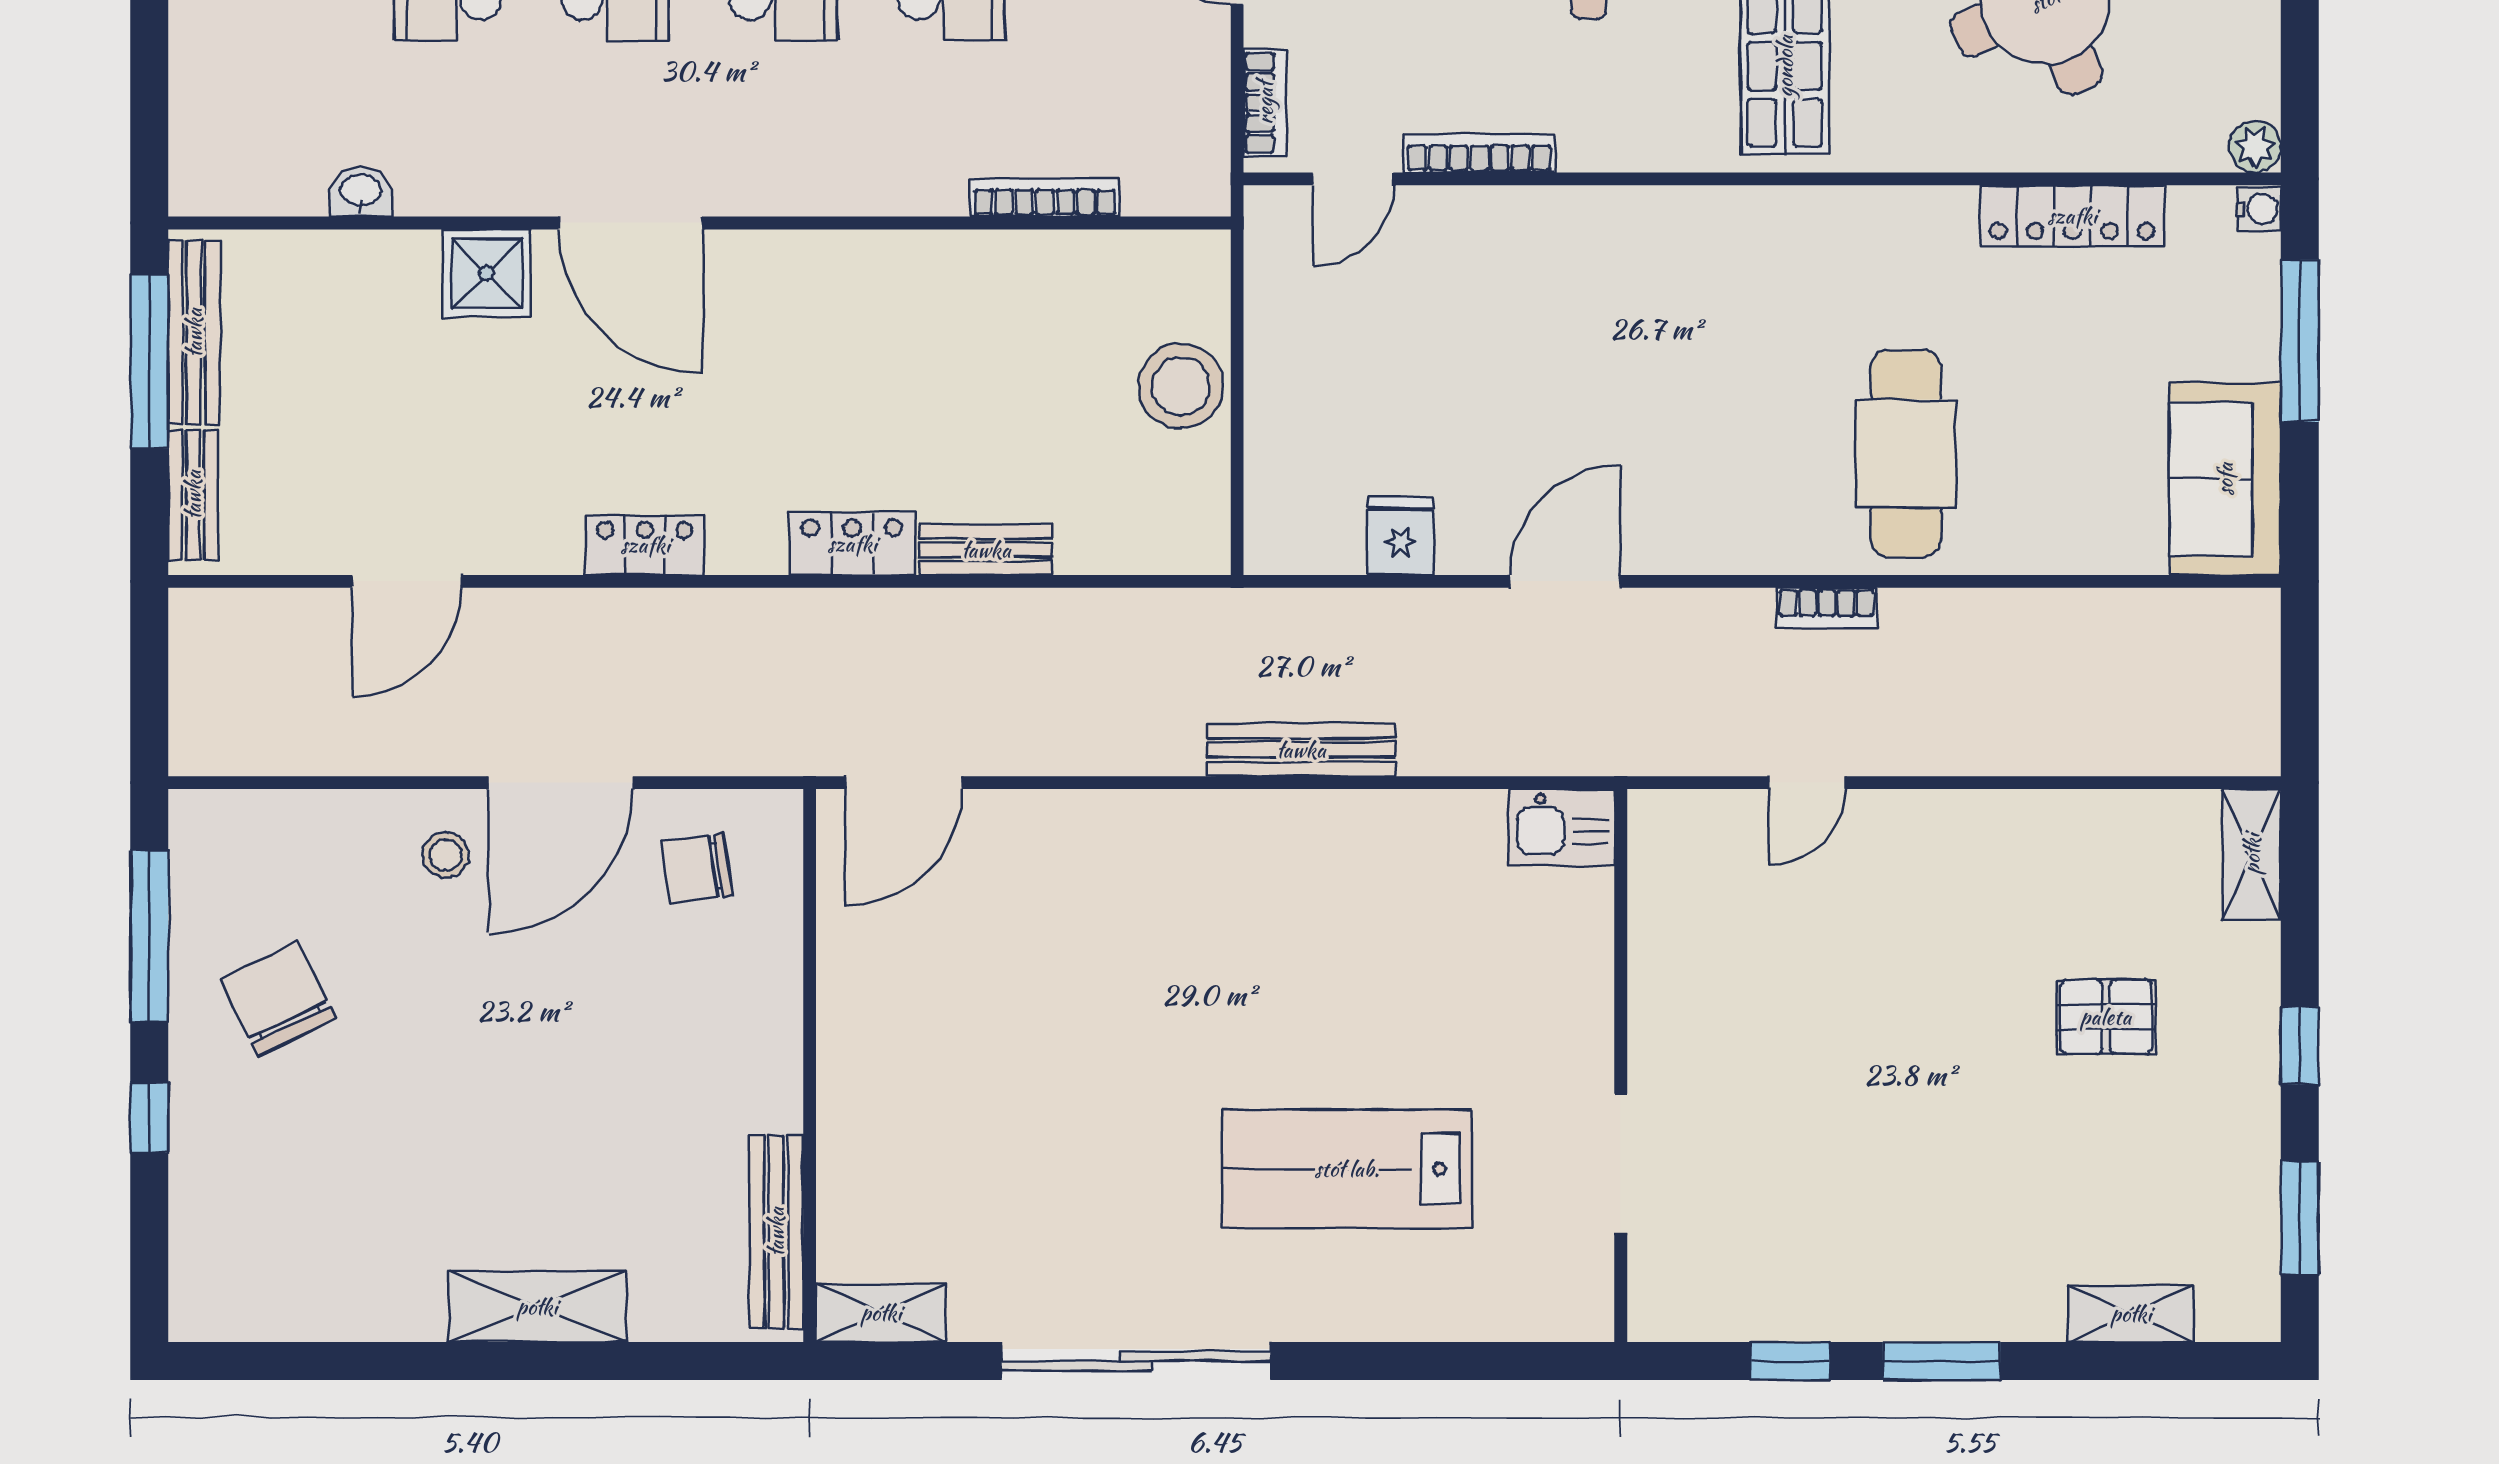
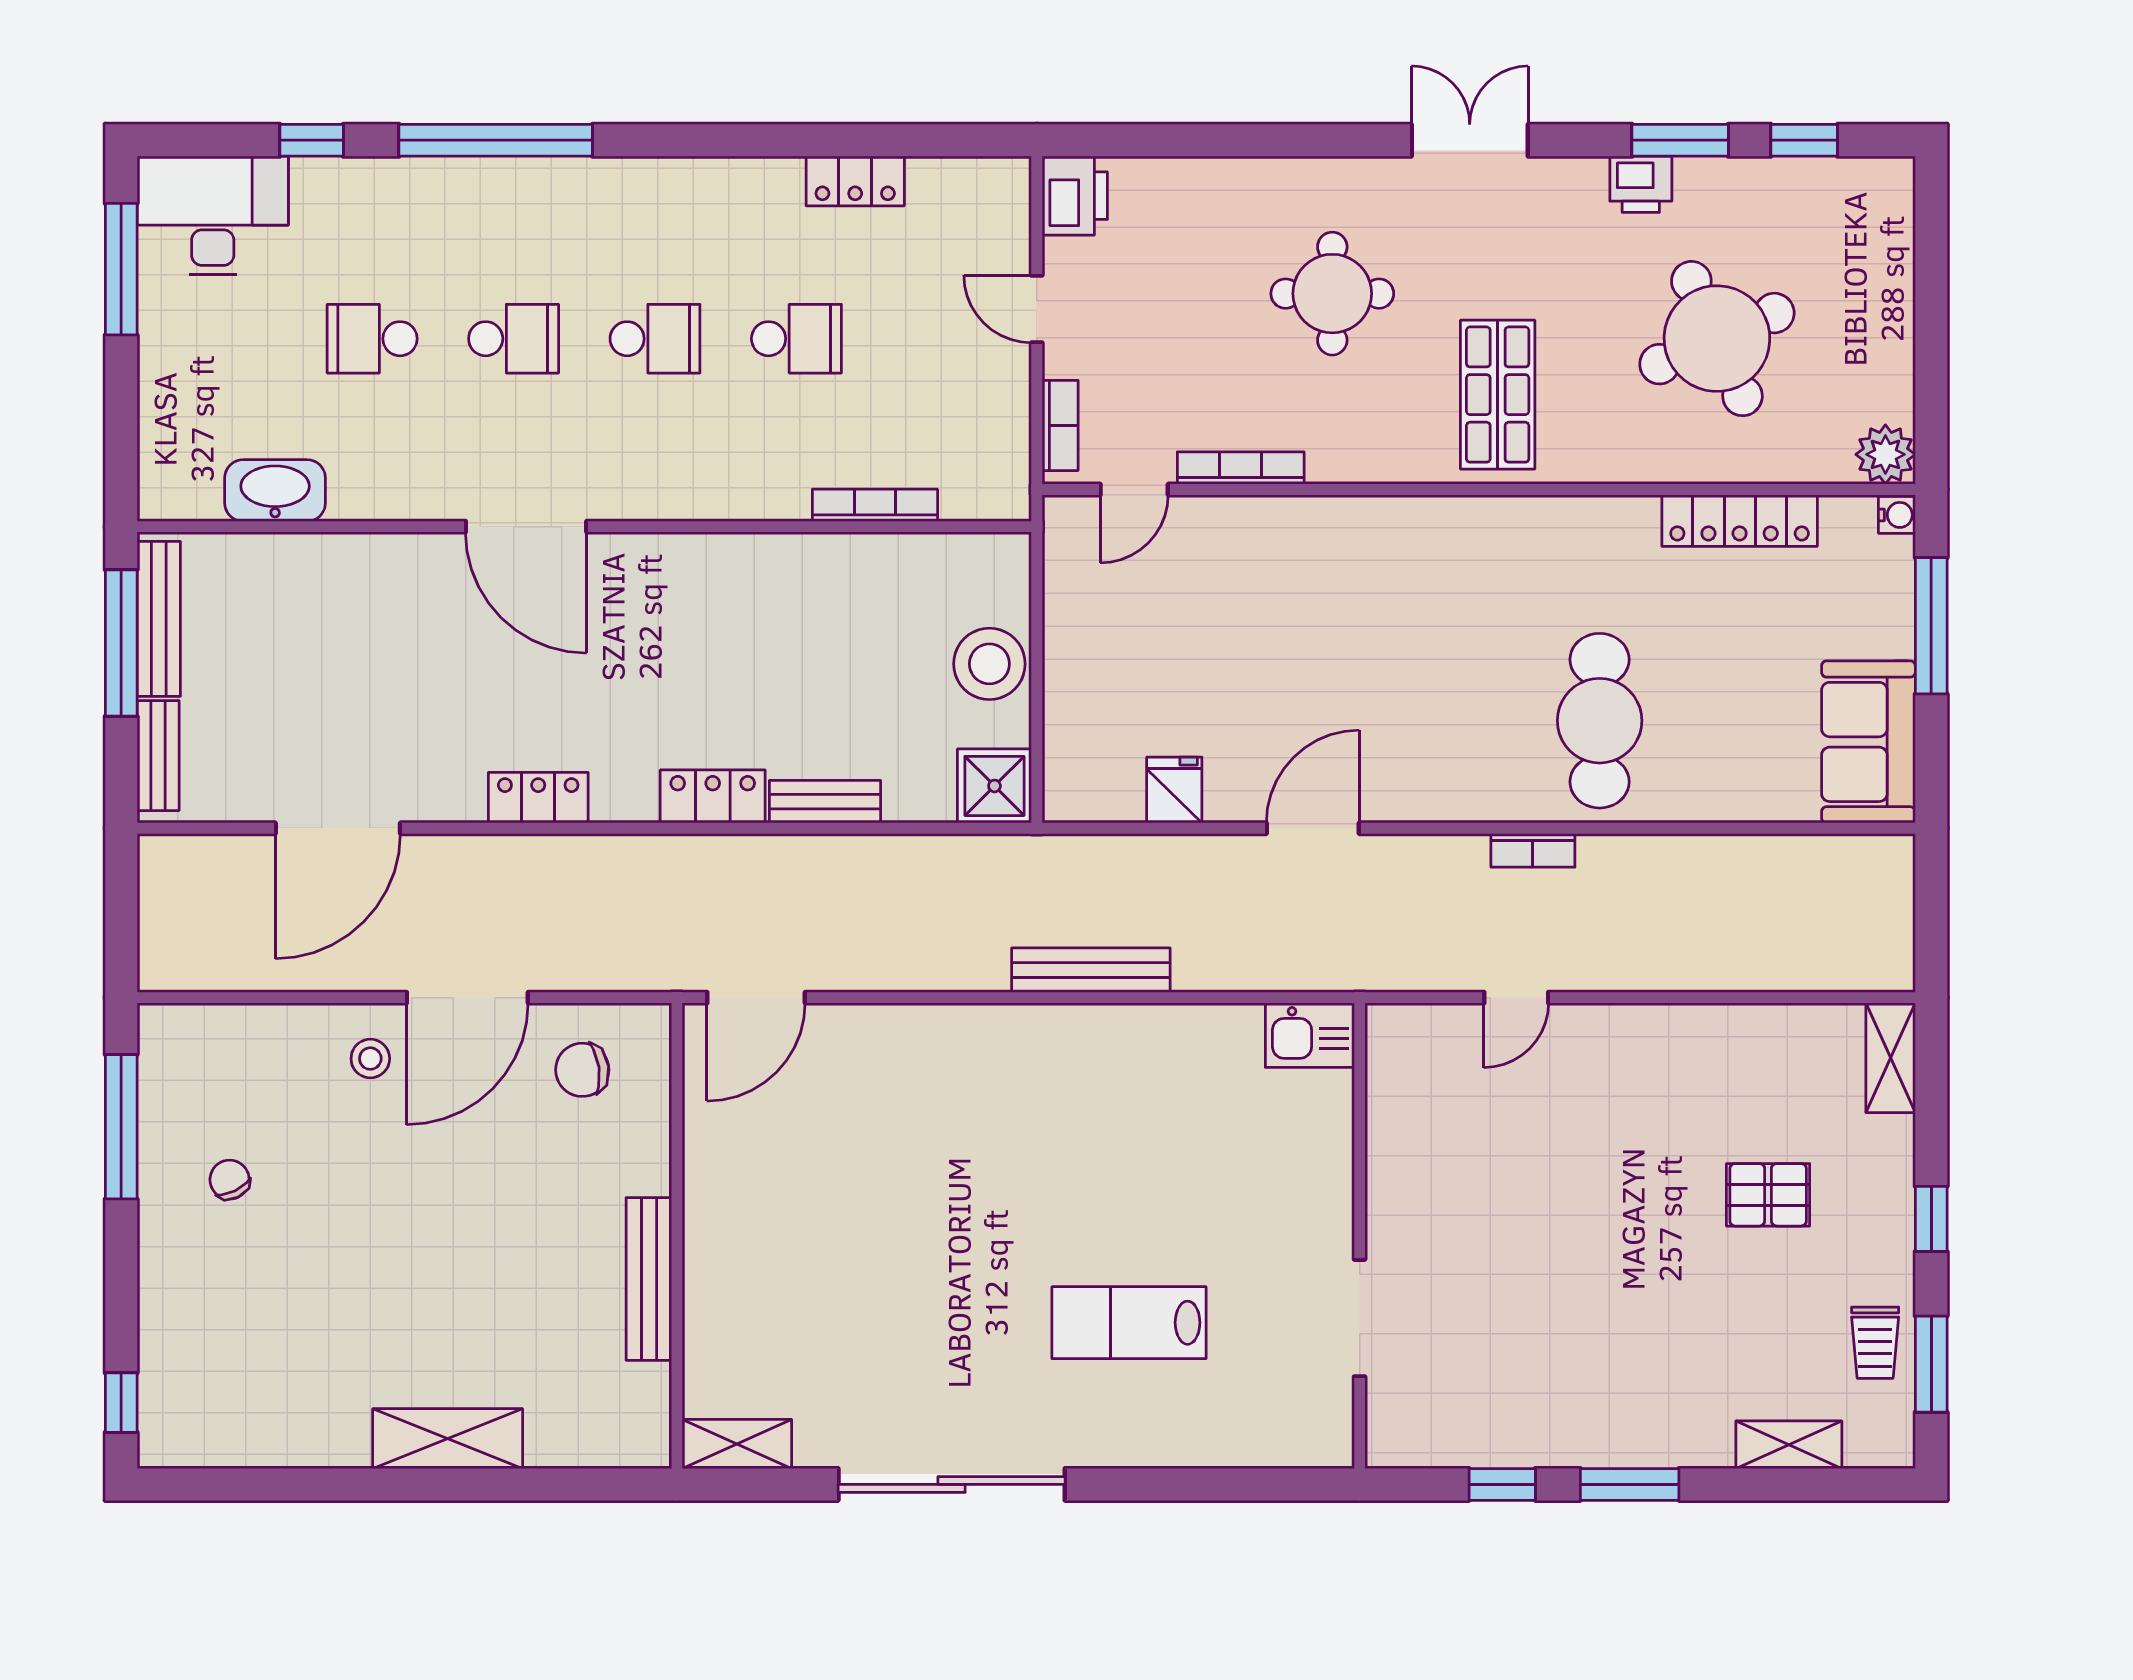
plant: (2255, 147) -> (1885, 454), width x1.38, depth x1.38
washbasin: (361, 191) -> (275, 491), width x1.91, depth x1.45
shower: (487, 273) -> (994, 786), moved
door: (407, 581) -> (338, 828), width x1.36
chair: (278, 999) -> (230, 1180), width x0.54, depth x0.54
window: (149, 1117) -> (121, 1403), moved
lab bench: (1347, 1169) -> (1129, 1323), width x0.73, depth x0.72
trolley: (2233, 1193) -> (1875, 1343), added
bench: (776, 1232) -> (649, 1279), moved

